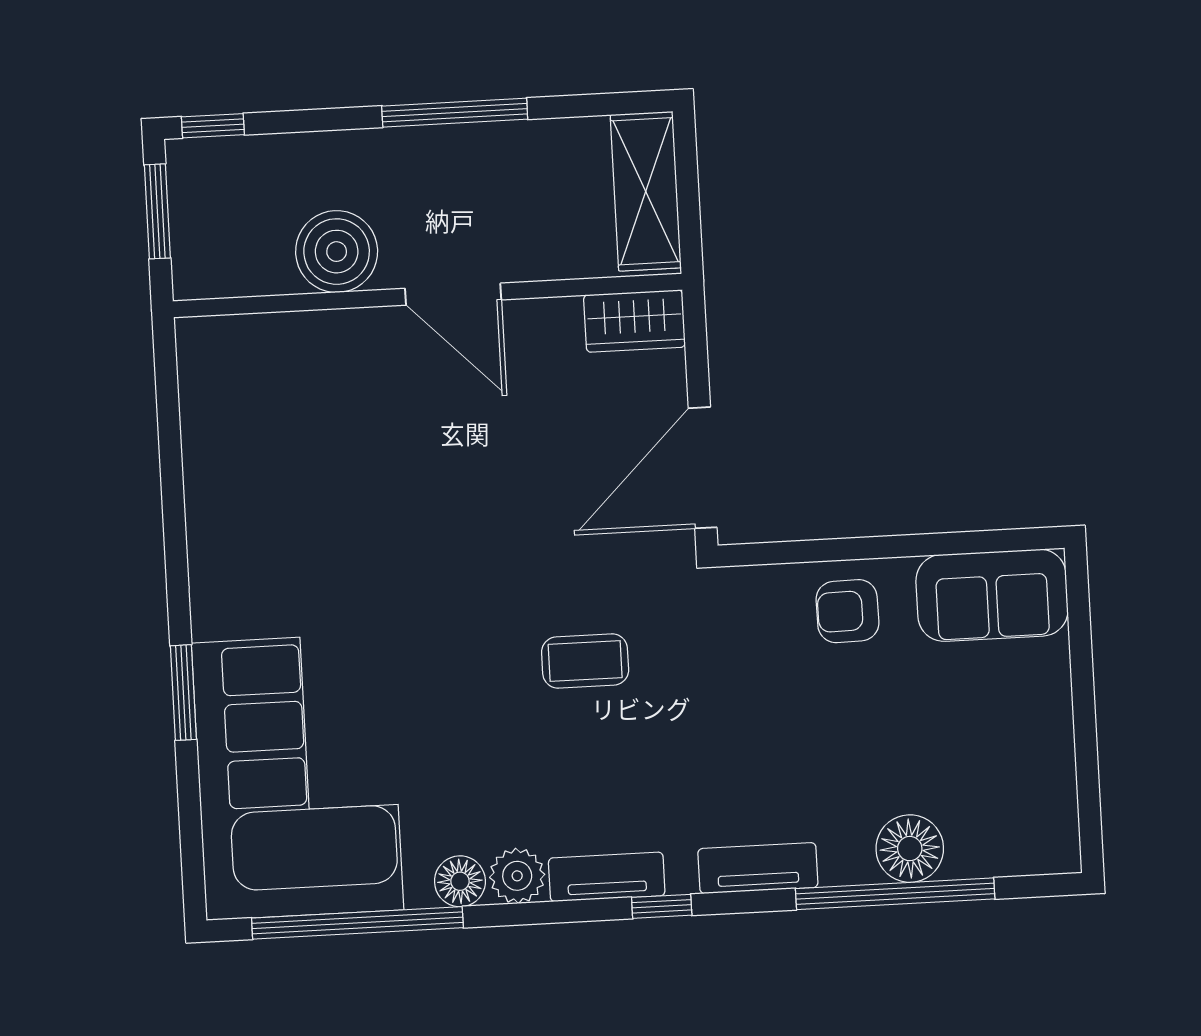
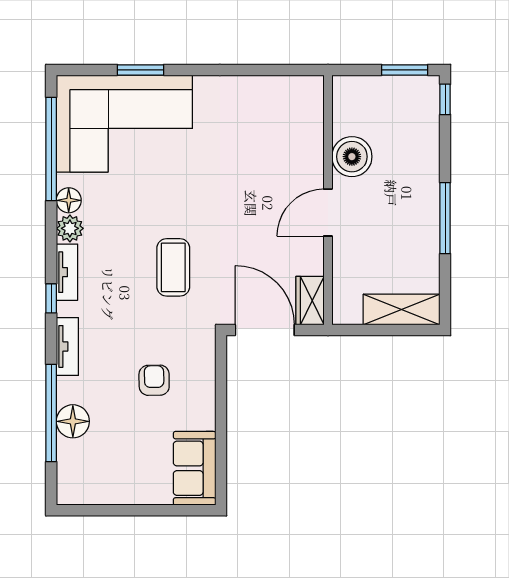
boiler: (337, 252) -> (352, 157), moved
door: (453, 294) -> (328, 213), moved
wall: (428, 296) -> (328, 200), moved
wardrobe: (634, 321) -> (310, 301), moved
armchair: (847, 611) -> (154, 380), moved
coffee table: (585, 661) -> (173, 267), width x1.36, depth x1.30
window: (183, 693) -> (140, 70), moved

